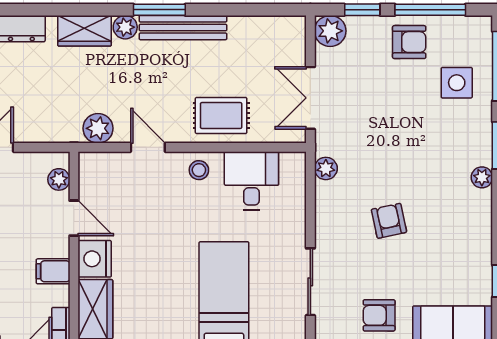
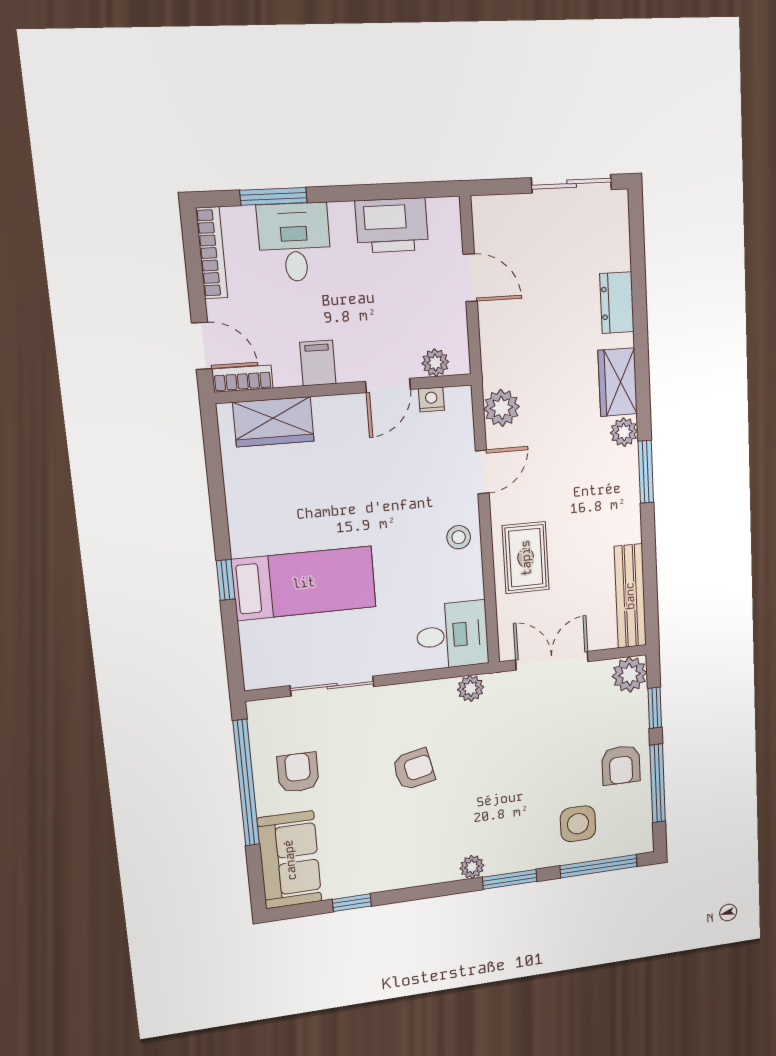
bench: (183, 28) -> (630, 596), moved
desk: (251, 181) -> (452, 635), moved
nightstand: (95, 259) -> (431, 400), moved, width x0.53, depth x0.56

